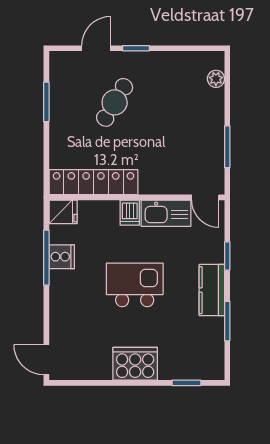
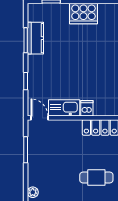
cafe table: (115, 102) -> (96, 177), turned 59
kitchen island: (135, 285) -> (84, 63), removed
kitchen counter: (212, 290) -> (35, 38), moved

